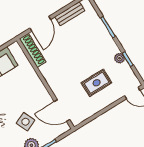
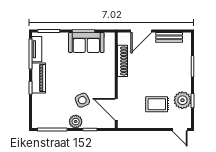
shoe rack: (33, 50) -> (122, 61), moved
plant: (120, 58) -> (182, 100), width x1.88, depth x1.88

